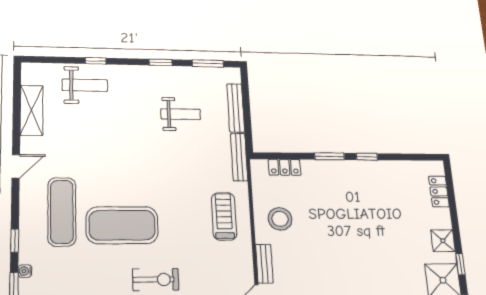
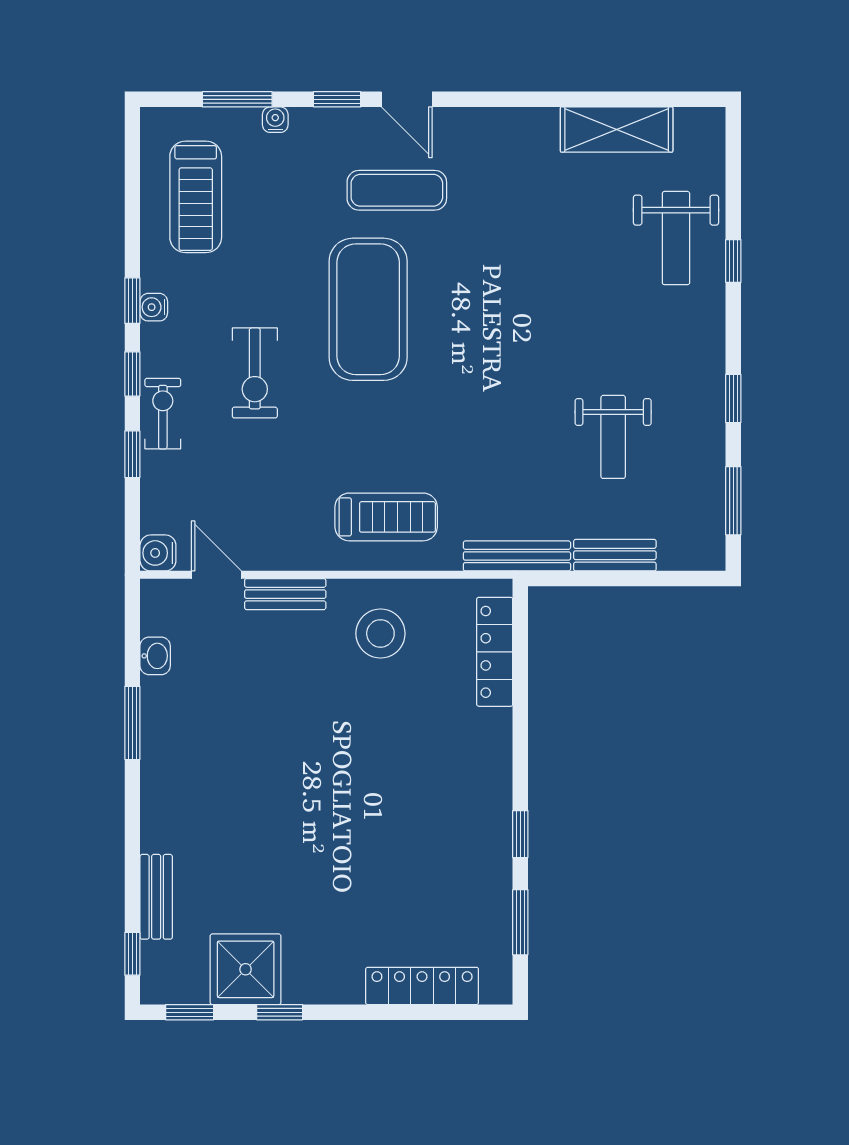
bench: (236, 108) -> (615, 555), width x0.73
window: (330, 156) -> (520, 922), moved
door: (16, 166) -> (407, 99), moved
locker: (285, 167) -> (495, 652), width x1.53
locker: (439, 191) -> (422, 986), width x1.53
exercise mat: (62, 212) -> (397, 190), width x0.73, depth x0.69
shower: (443, 241) -> (331, 981), removed

